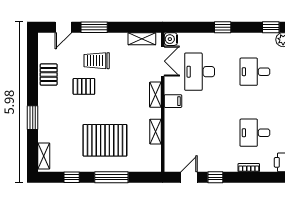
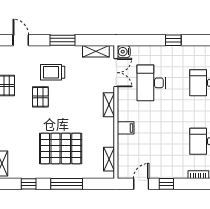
door: (63, 27) -> (21, 40), swing flipped
window: (94, 27) -> (63, 40), moved
pallet: (84, 86) -> (40, 97), turned 90
filing cabinet: (173, 101) -> (126, 128), moved
shelving: (155, 132) -> (109, 159), moved

